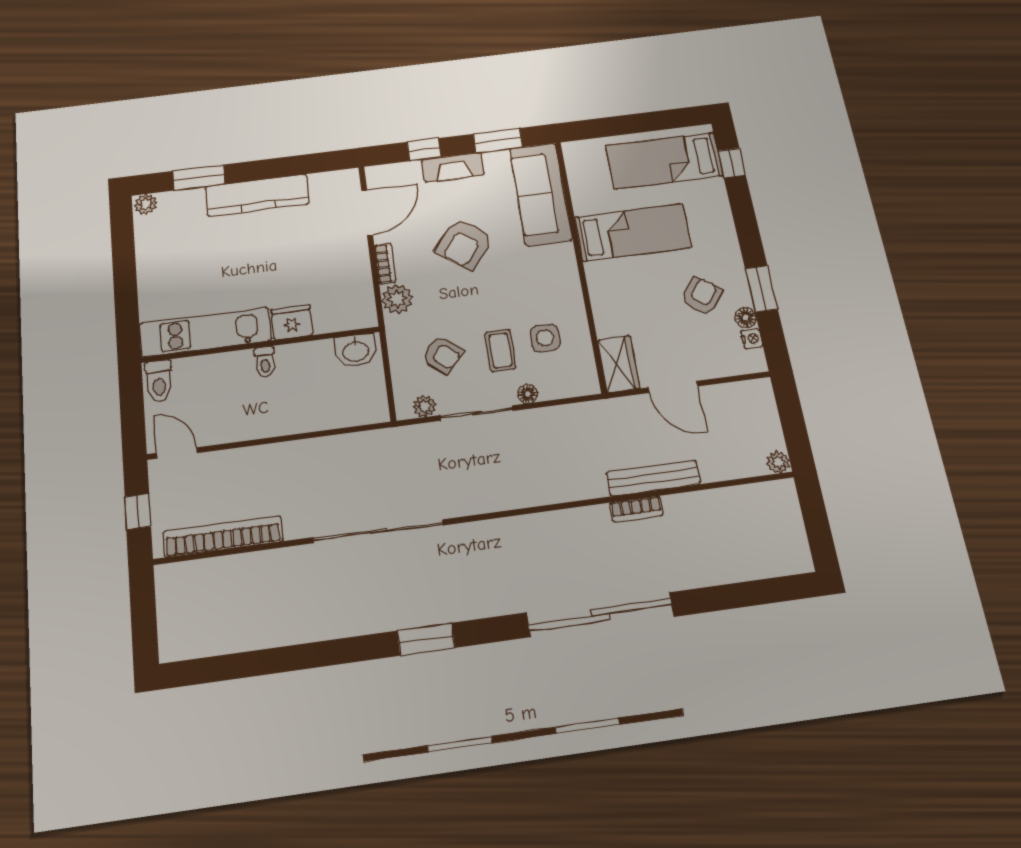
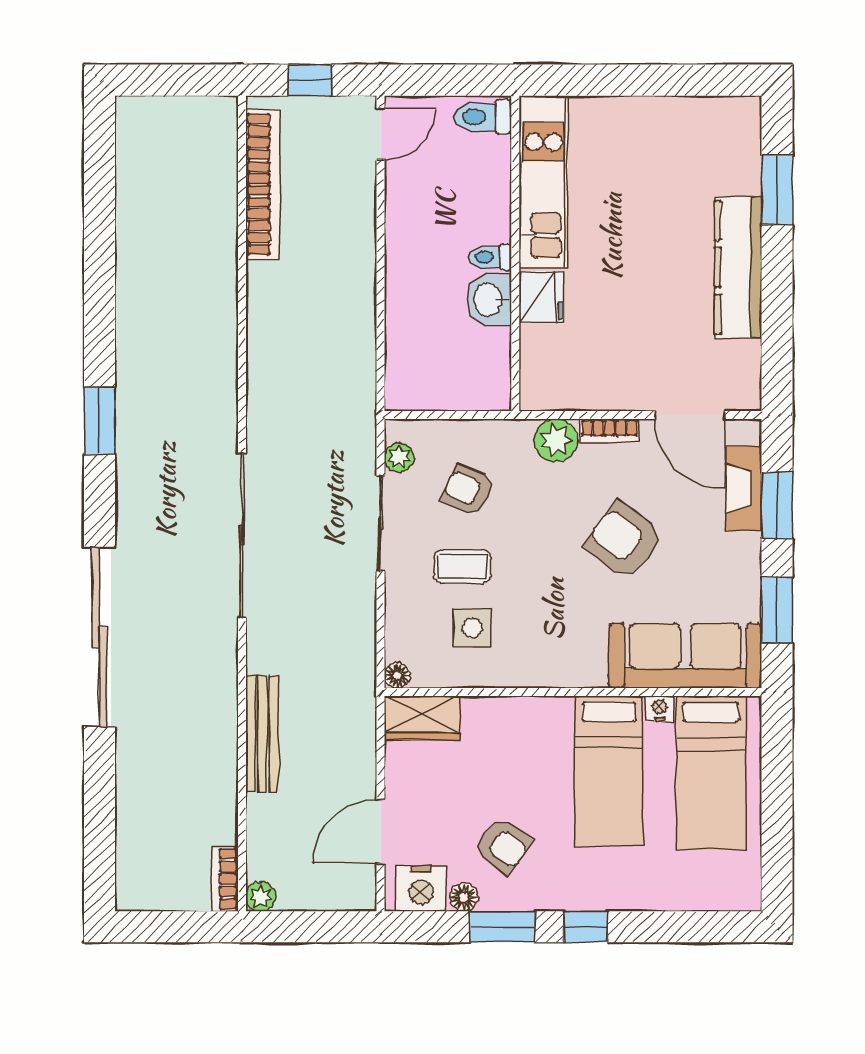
window: (424, 150) -> (777, 505), width x1.50
bed: (664, 161) -> (711, 773), moved, turned 180
window: (732, 163) -> (585, 927), moved
fireplace: (453, 167) -> (744, 488), moved
plant: (146, 204) -> (746, 114), removed
nightstand: (582, 205) -> (660, 709), added
nightstand: (752, 339) -> (421, 889), width x1.89, depth x1.79
washbasin: (356, 351) -> (489, 299), moved
armchair: (443, 354) -> (468, 490), turned 72
door: (673, 387) -> (381, 832), moved
floor lamp: (528, 394) -> (397, 675), moved
bookcase: (636, 509) -> (225, 879), moved
sliding door: (378, 531) -> (242, 535), moved

